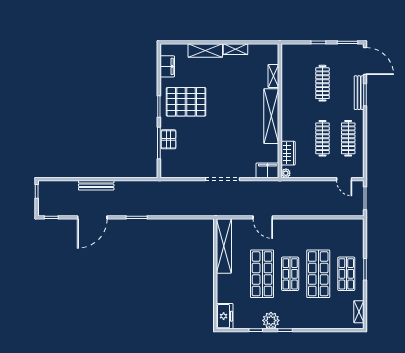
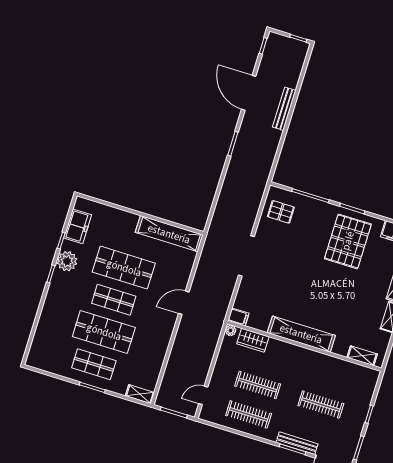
shelving: (273, 76) -> (362, 356), moved
pallet: (168, 139) -> (281, 212), moved
filing cabinet: (267, 170) -> (238, 317), width x0.50
door: (263, 217) -> (184, 303), moved
shelving: (359, 312) -> (140, 394), moved
freezer: (225, 316) -> (78, 226), moved, turned -90

